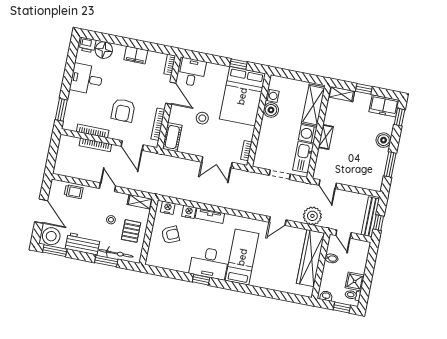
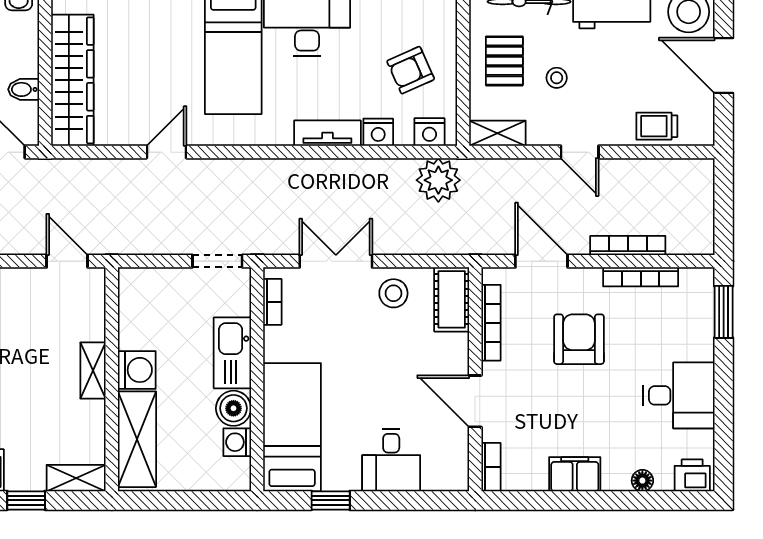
floor lamp: (104, 50) -> (642, 481), width x0.53, depth x0.53
desk: (192, 72) -> (391, 460), moved
bed: (242, 96) -> (292, 427), width x0.67
stool: (202, 118) -> (393, 293), moved
kitchen sink: (303, 157) -> (232, 353), moved, turned 180
doorway: (280, 175) -> (217, 261), moved
plant: (312, 216) -> (438, 180), moved

